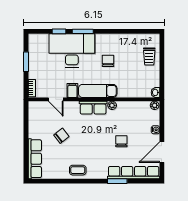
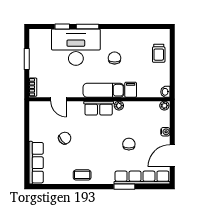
filing cabinet: (72, 91) -> (131, 90), moved

